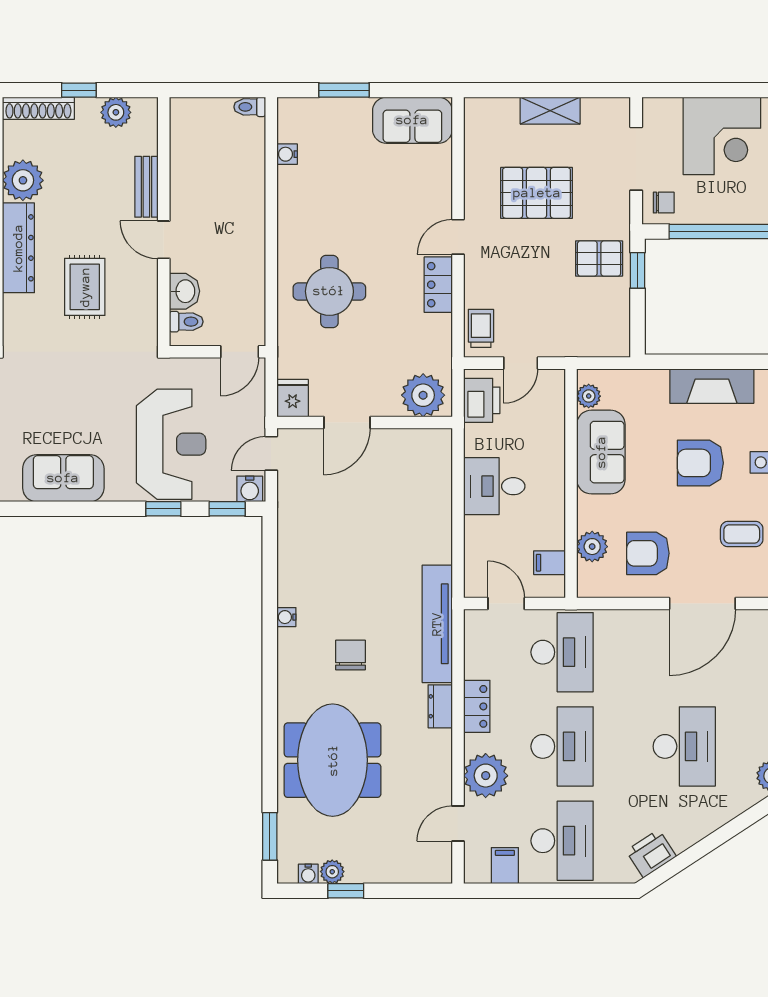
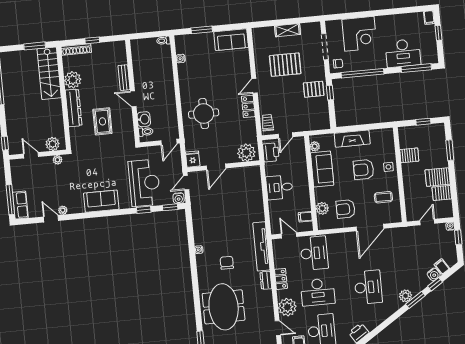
plant: (116, 112) -> (108, 48), removed
fireplace: (712, 386) -> (352, 139), moved
desk: (562, 746) -> (318, 292), turned 90
door: (458, 824) -> (278, 328), swing flipped

